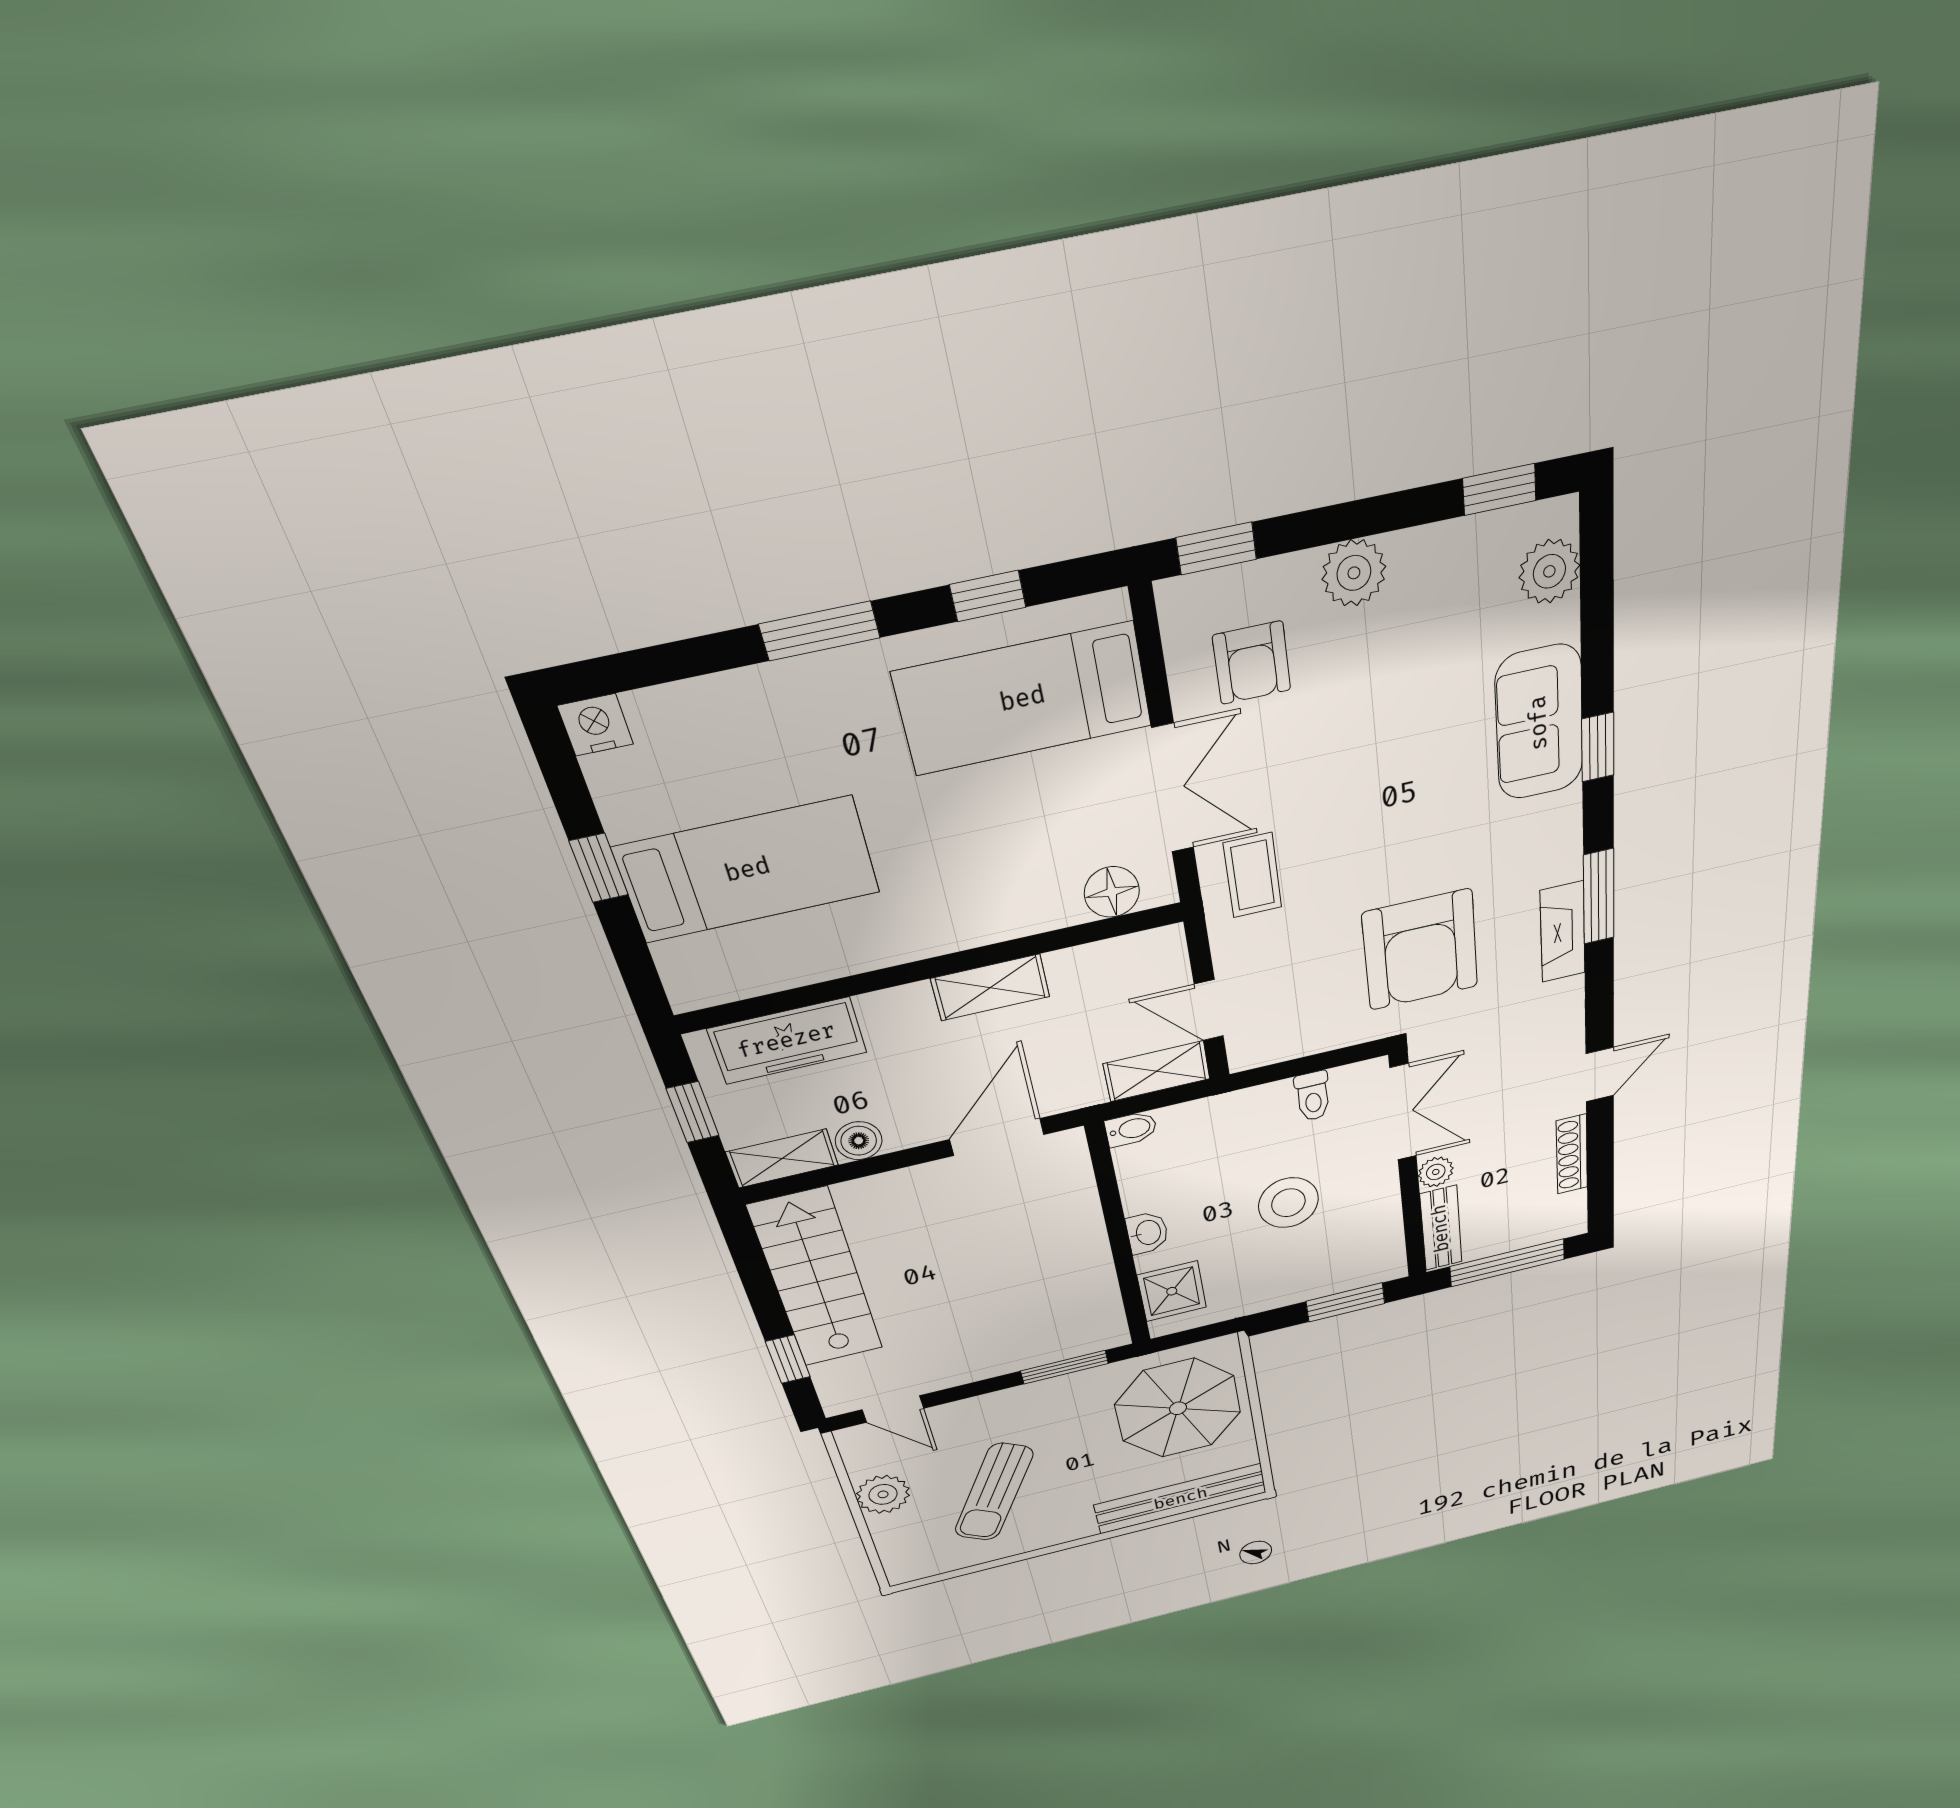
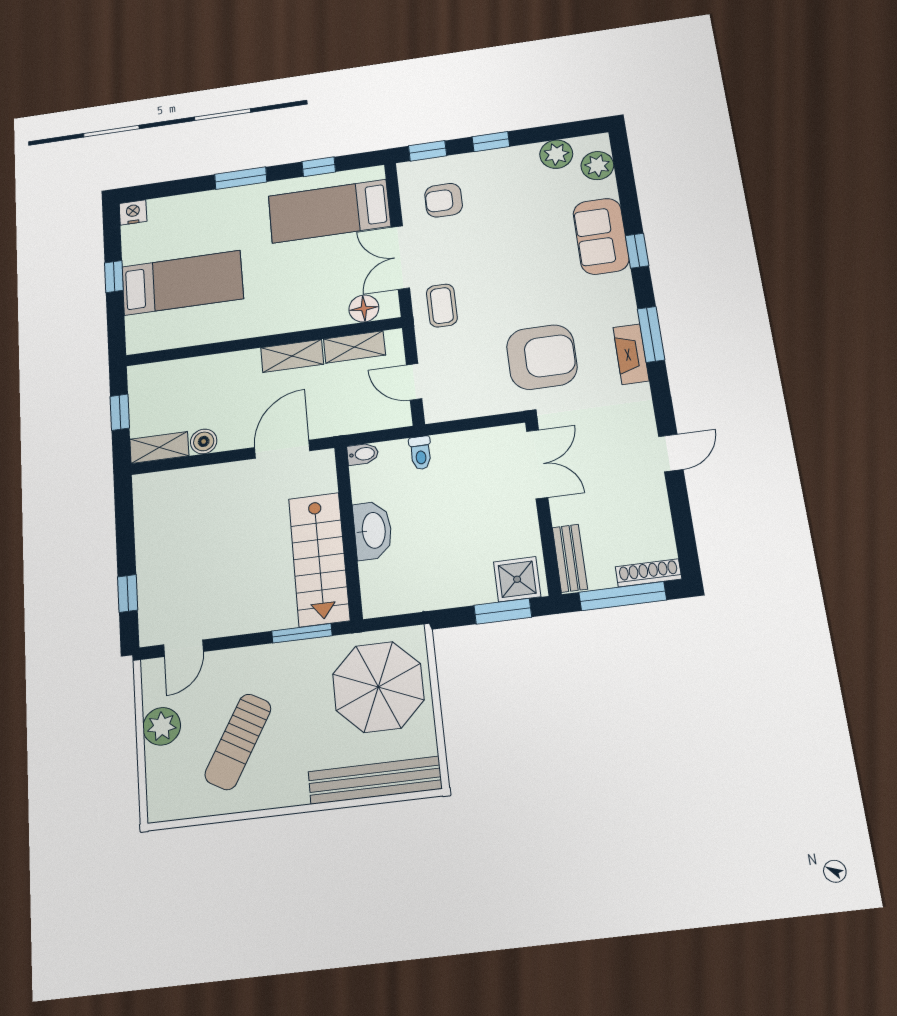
window: (1499, 489) -> (491, 142), moved
plant: (1354, 573) -> (556, 154), moved
armchair: (1252, 663) -> (444, 200), turned 90
double door: (1173, 789) -> (400, 257), swing flipped
armchair: (1420, 950) -> (542, 357), turned -90
freezer: (787, 1041) -> (179, 376), removed
shelving: (1157, 1071) -> (354, 347), moved
toilet: (1313, 1096) -> (421, 453), moved
shoe rack: (1572, 1154) -> (648, 573), moved, turned 90
plant: (1436, 1172) -> (563, 512), removed
stool: (1288, 1203) -> (461, 522), removed
washbasin: (1147, 1233) -> (373, 530), width x1.91, depth x1.45
stairs: (816, 1278) -> (319, 559), moved, turned 180
shower: (1172, 1291) -> (517, 579), moved
door: (893, 1409) -> (184, 648), hinge flipped

